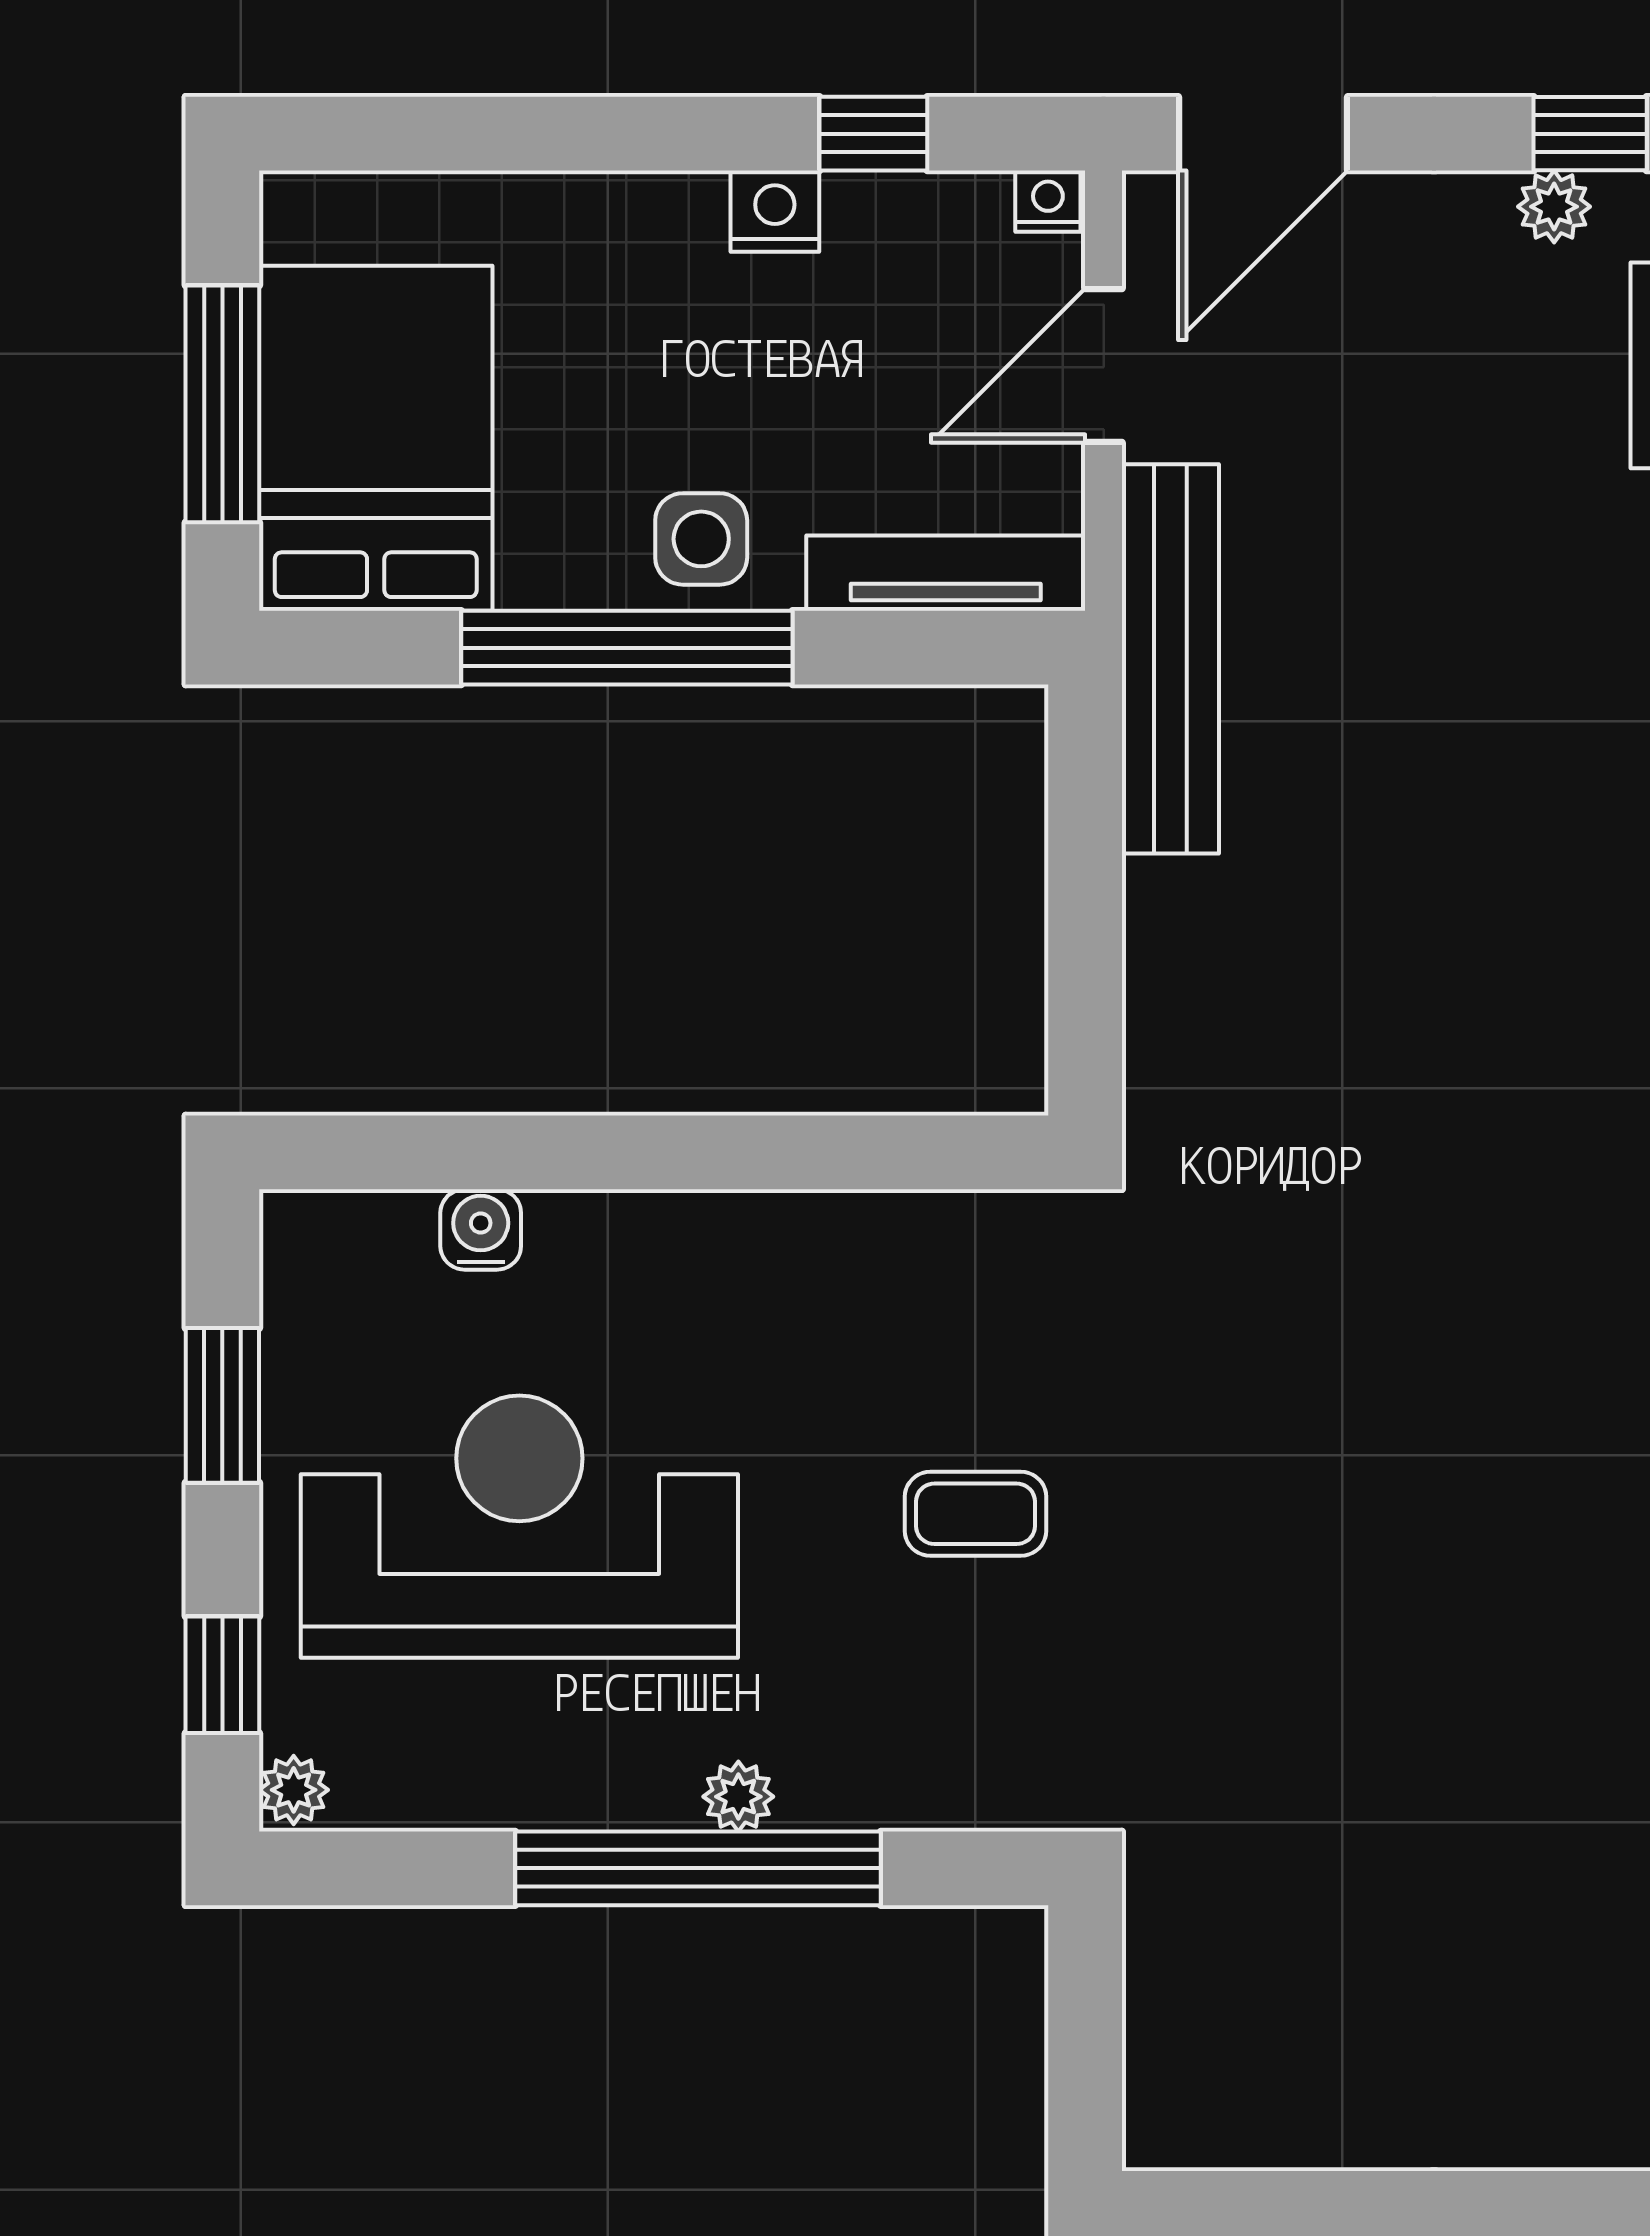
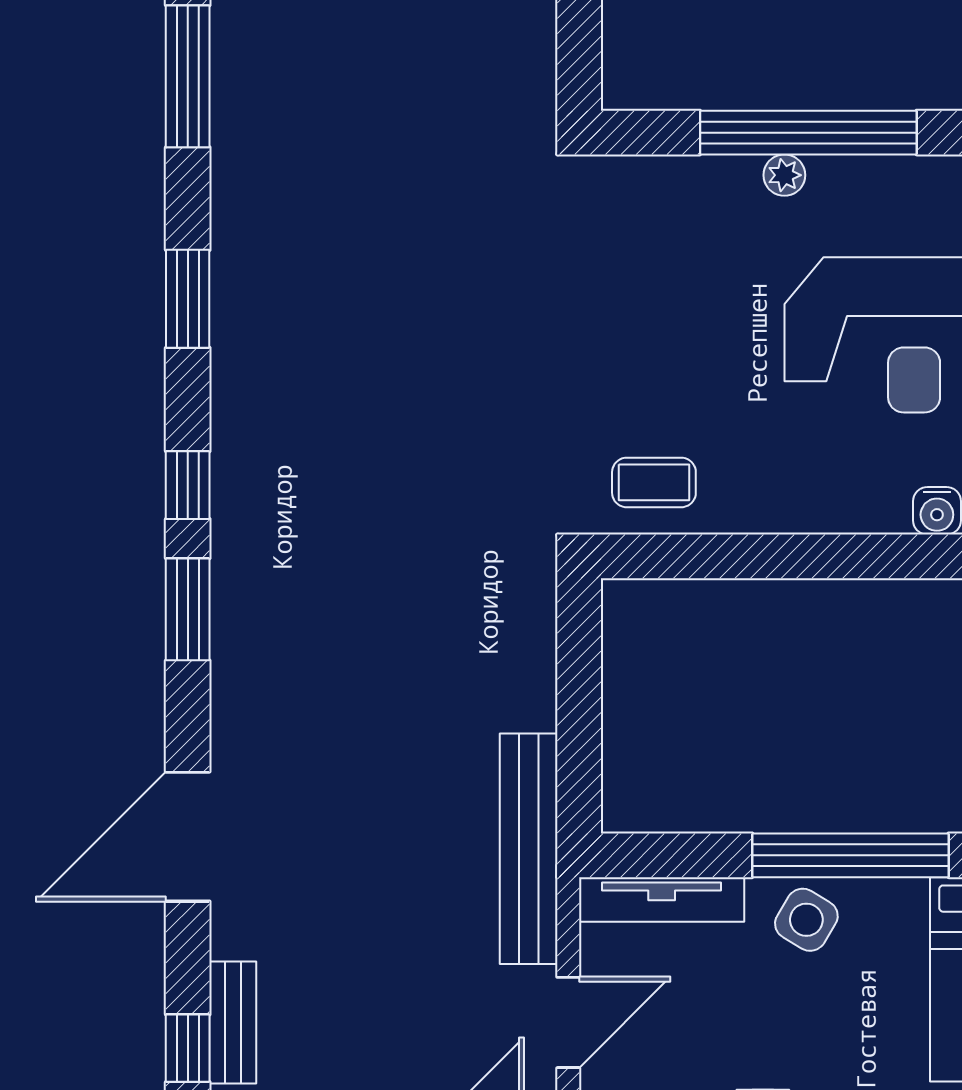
side table: (701, 539) -> (806, 920), turned 31
coffee table: (976, 1514) -> (654, 482), moved

